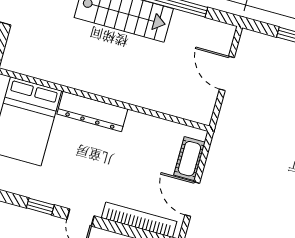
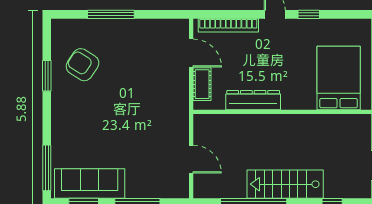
dresser: (92, 112) -> (253, 100), moved

